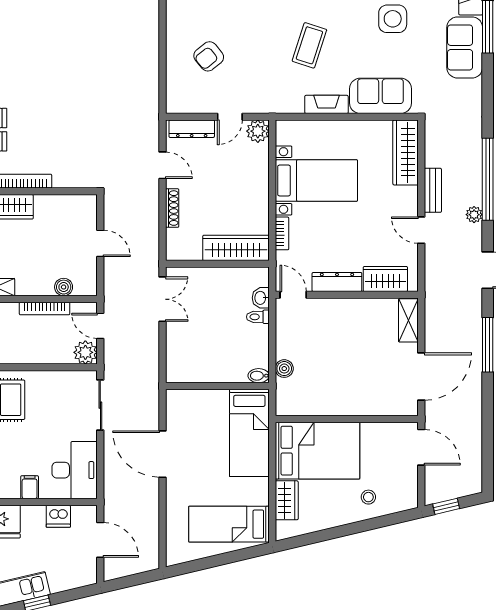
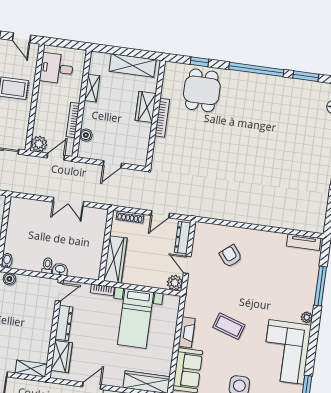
wardrobe: (236, 248) -> (115, 259), moved
wall: (217, 264) -> (106, 245), moved

